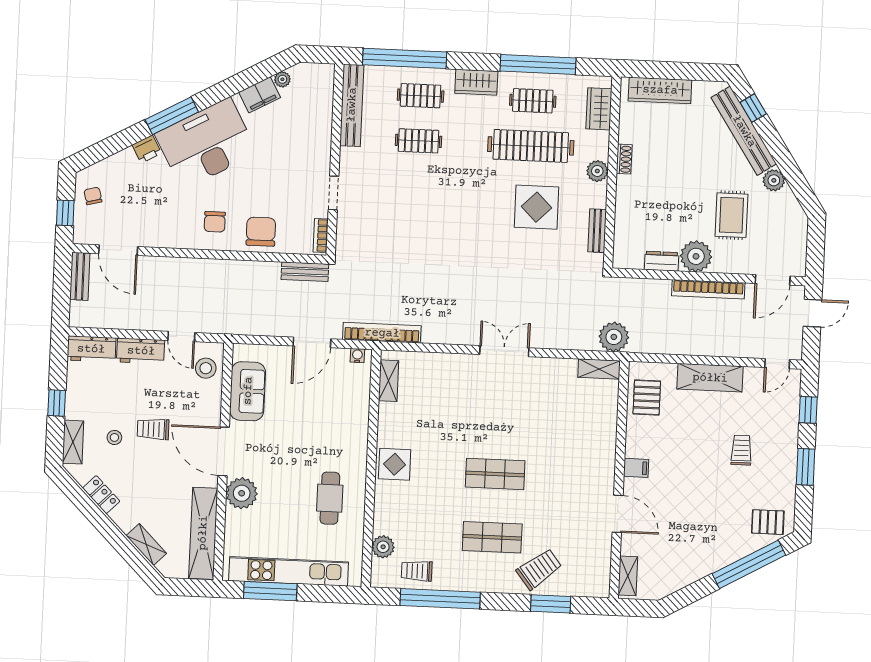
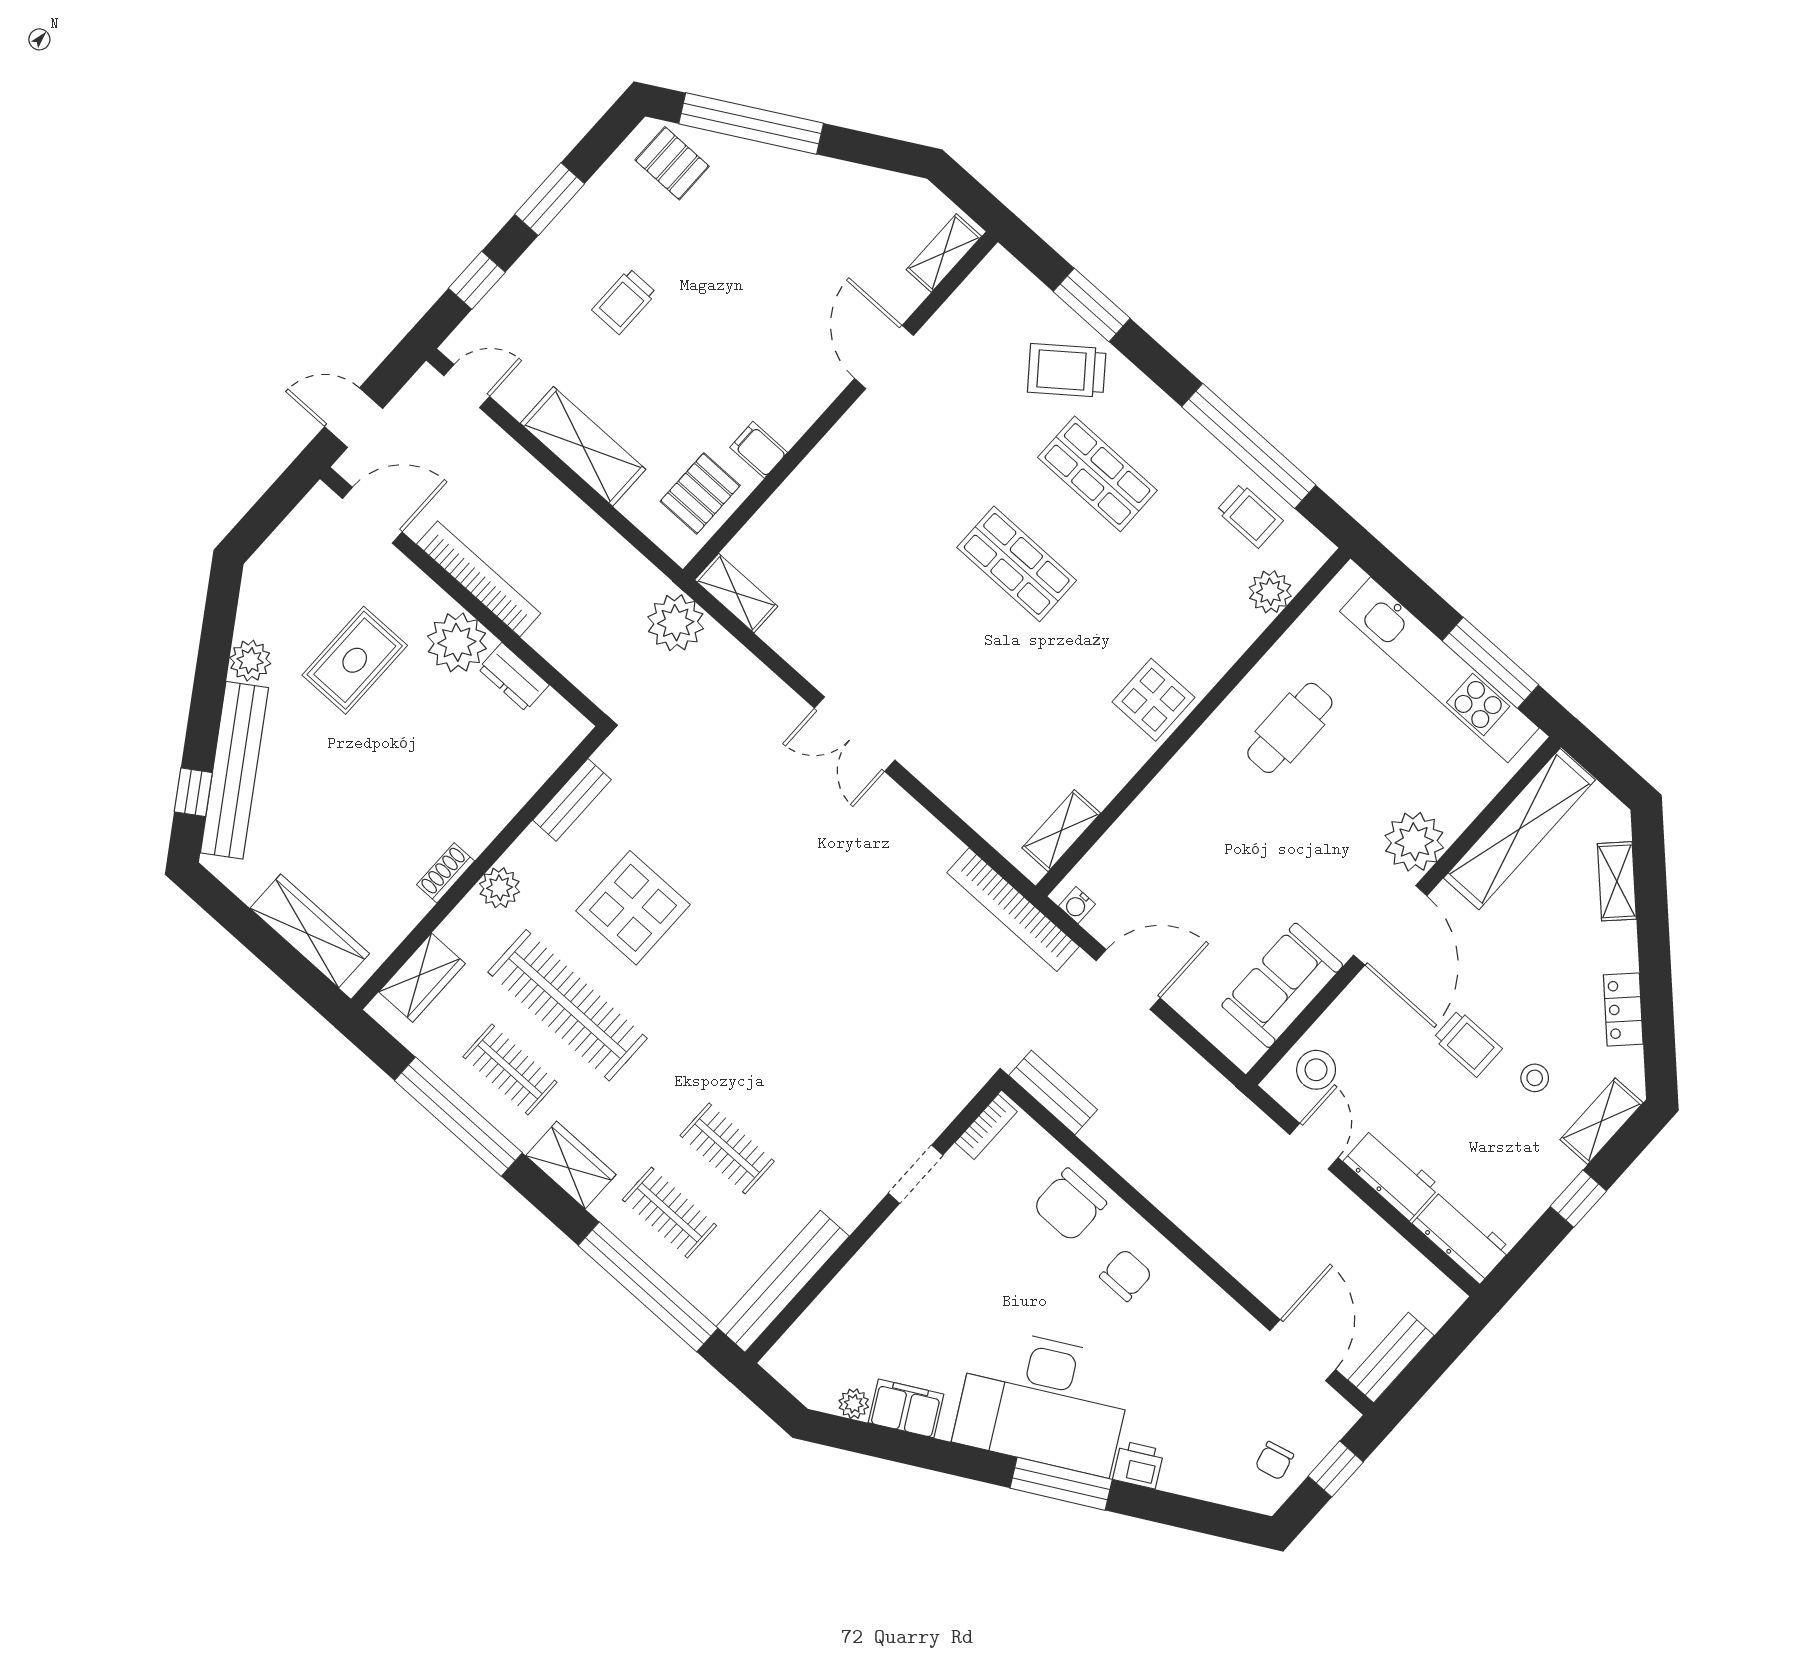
filing cabinet: (636, 468) -> (759, 450), moved

